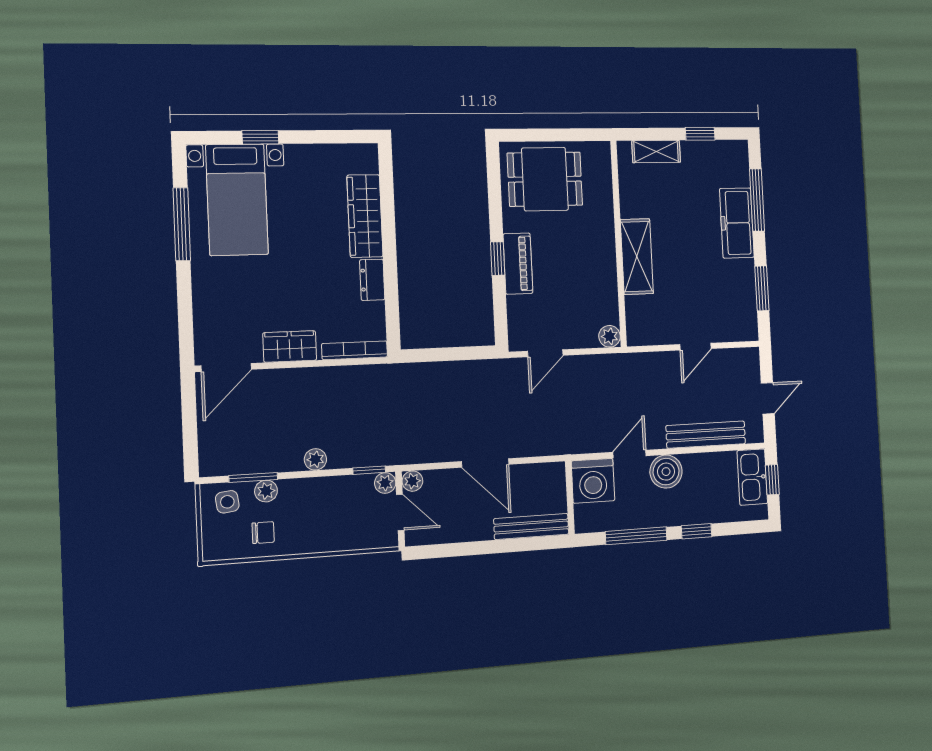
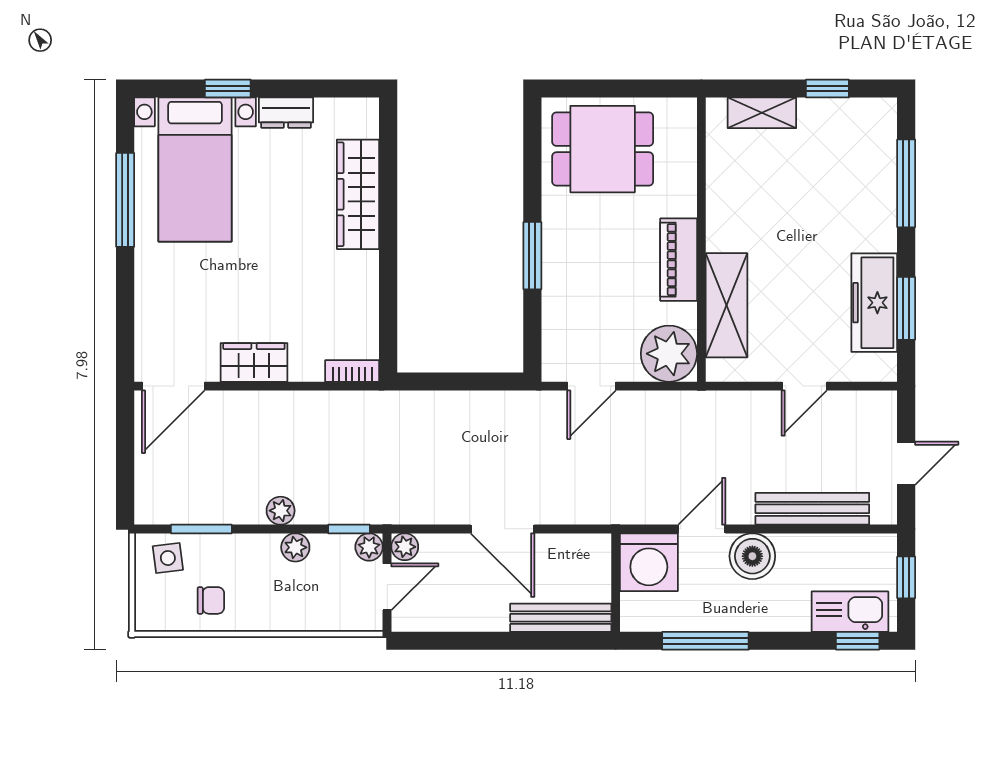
freezer: (737, 223) -> (874, 303), moved
shelving: (637, 257) -> (727, 305), moved
window: (498, 259) -> (532, 256), width x1.50
piano: (518, 264) -> (679, 260), moved, turned 180
dresser: (372, 280) -> (286, 113), moved, turned -90
plant: (610, 336) -> (669, 354), width x1.87, depth x1.87
bookcase: (355, 350) -> (352, 371), width x0.64
kitchen sink: (752, 477) -> (850, 612), moved, turned 90
plant: (266, 491) -> (295, 547), moved
door: (400, 512) -> (387, 587), hinge flipped
window: (696, 531) -> (858, 641), moved

